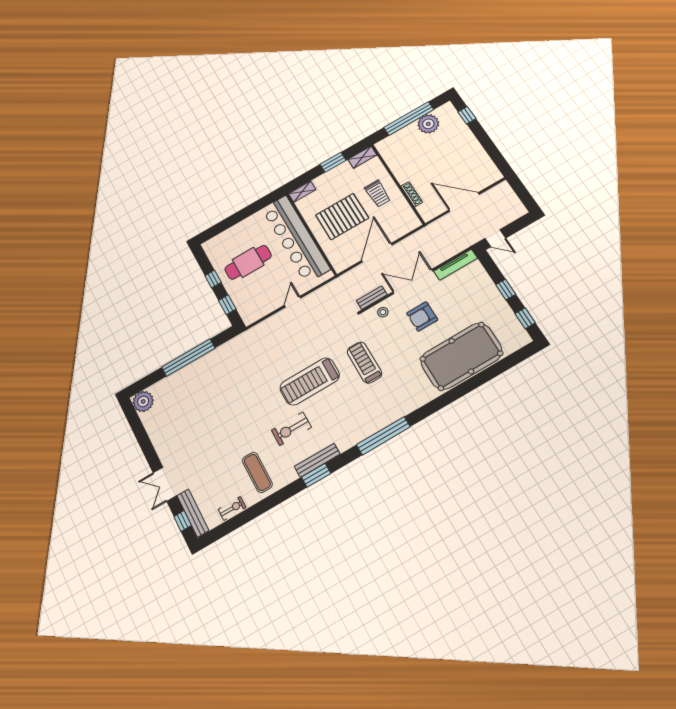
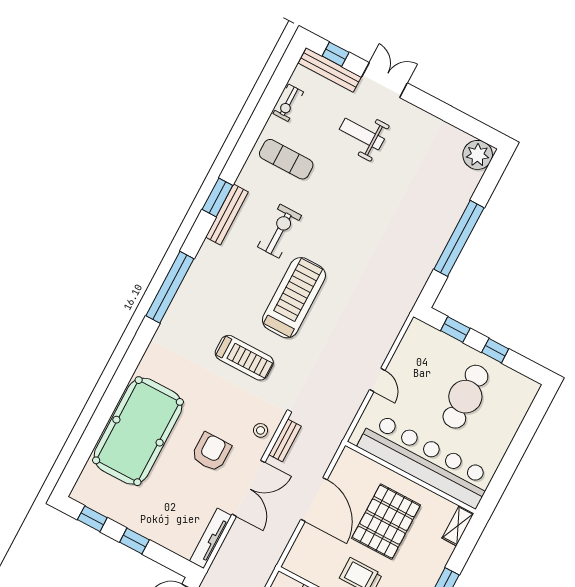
weight bench: (201, 459) -> (362, 134), added

